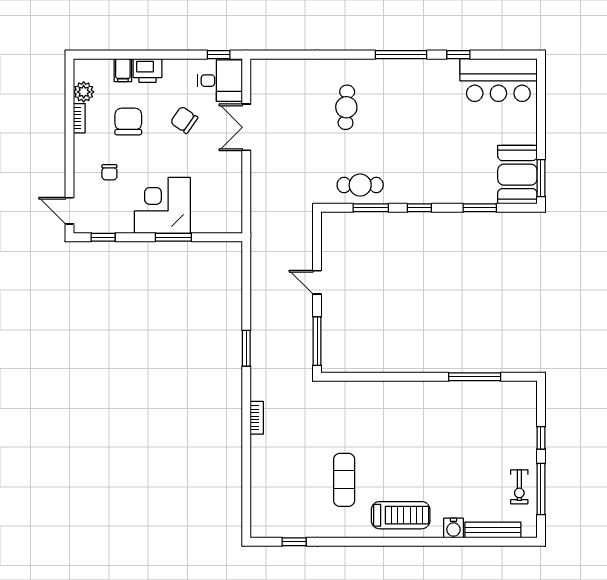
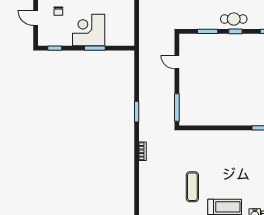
cafe table: (360, 185) -> (234, 19), moved
door: (70, 211) -> (36, 18), moved
door: (317, 282) -> (177, 62), moved

